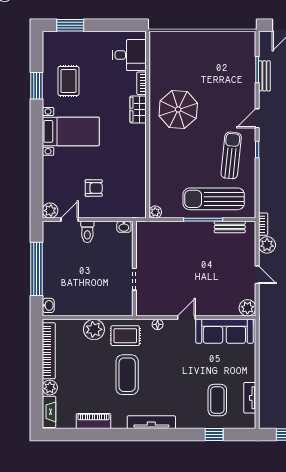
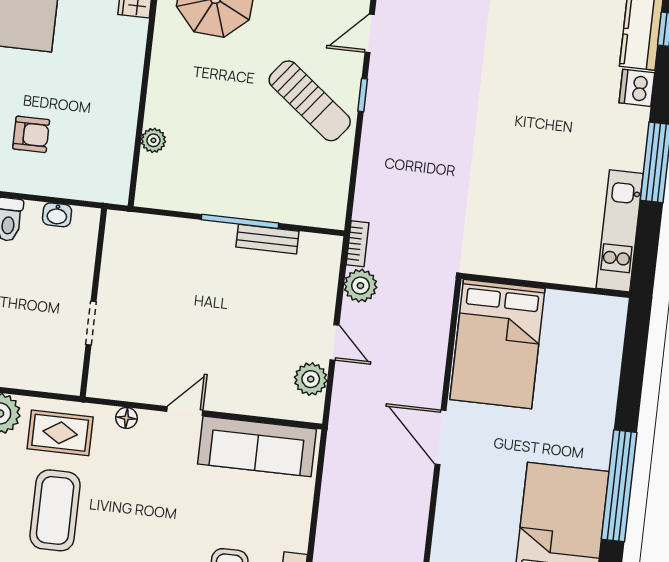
sun lounger: (231, 155) -> (310, 101), turned 122
sun lounger: (214, 199) -> (265, 183), removed
plant: (155, 212) -> (153, 140), moved
washbasin: (124, 227) -> (57, 215), moved
bench: (230, 227) -> (267, 239), moved
plant: (247, 308) -> (311, 379), moved

